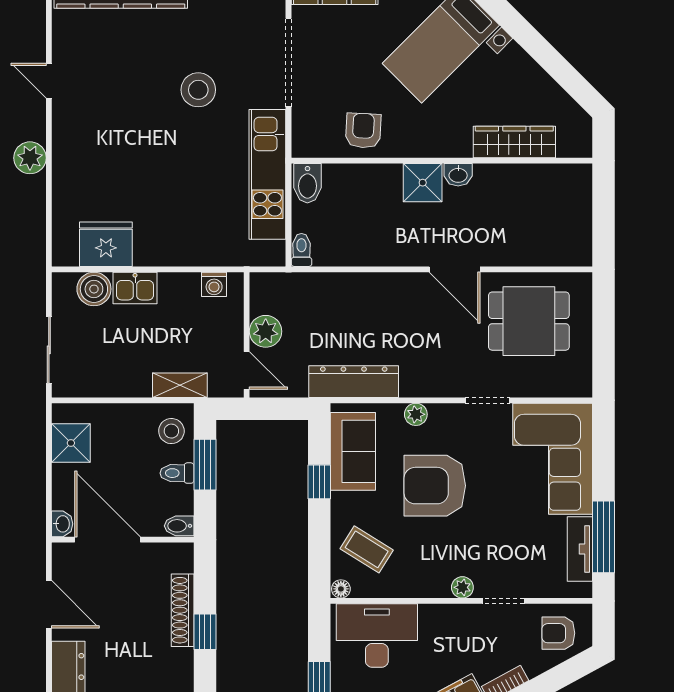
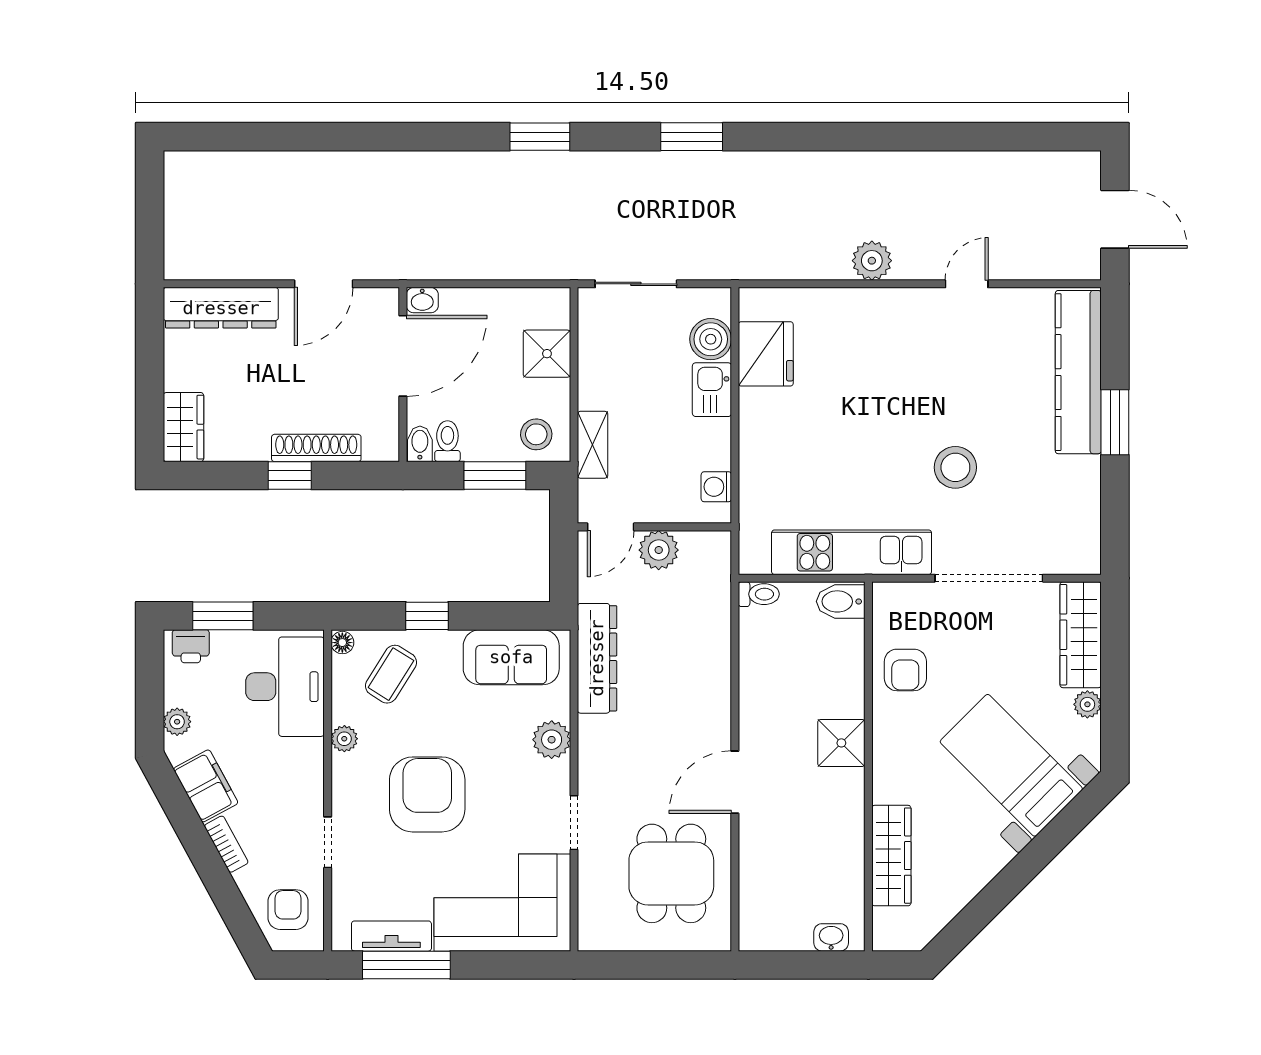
armchair: (363, 131) -> (905, 670), turned 87
washbasin: (458, 175) -> (831, 937), moved, turned 90
plant: (416, 414) -> (552, 740), width x1.38, depth x1.38
shower: (71, 443) -> (547, 354), moved
toilet: (177, 473) -> (447, 441), moved
window: (319, 482) -> (427, 616), moved
armchair: (435, 486) -> (427, 794), moved
plant: (462, 587) -> (344, 739), moved

